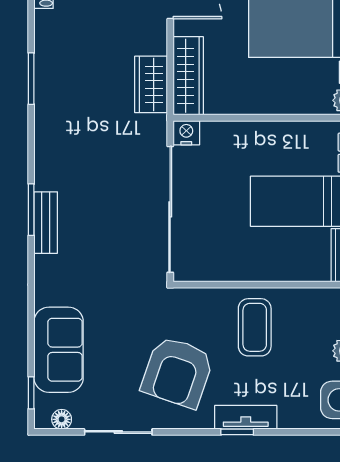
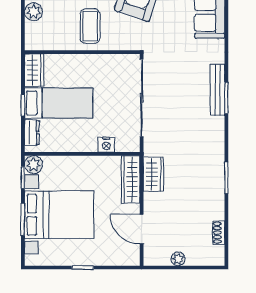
nightstand: (186, 133) -> (106, 145), moved
bench: (46, 223) -> (218, 90), width x1.36

